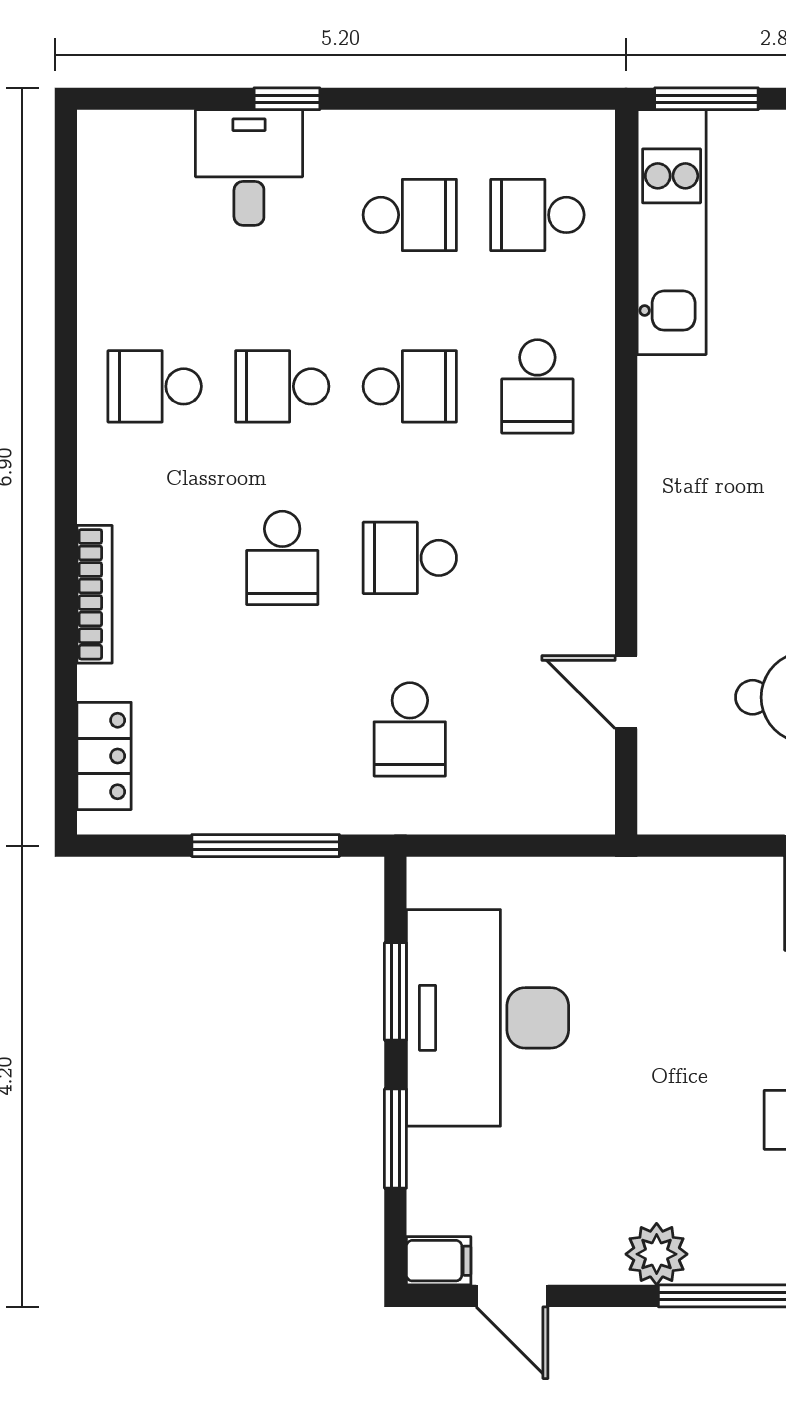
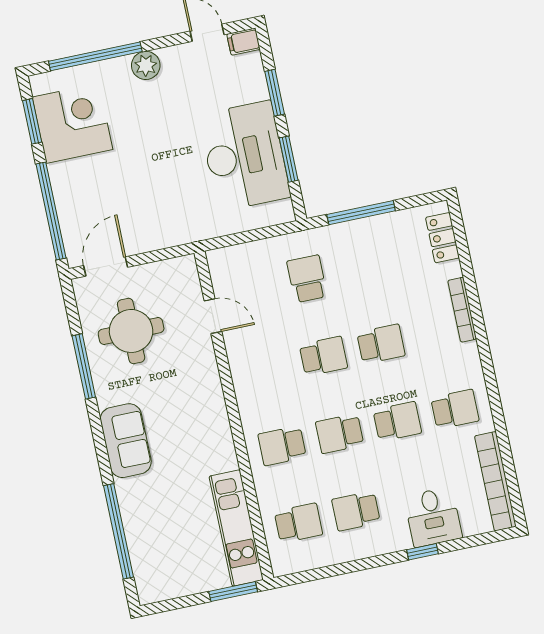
bookcase: (101, 216) -> (495, 481), added
school desk: (537, 386) -> (282, 446), turned -90
school desk: (282, 558) -> (381, 344), turned 90

